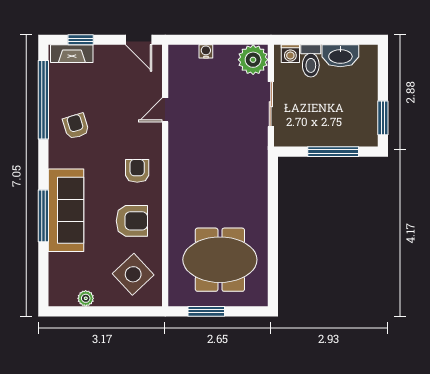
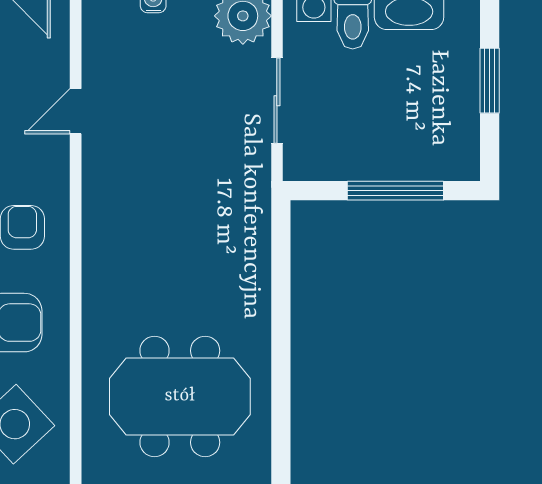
window: (383, 118) -> (490, 81), moved

